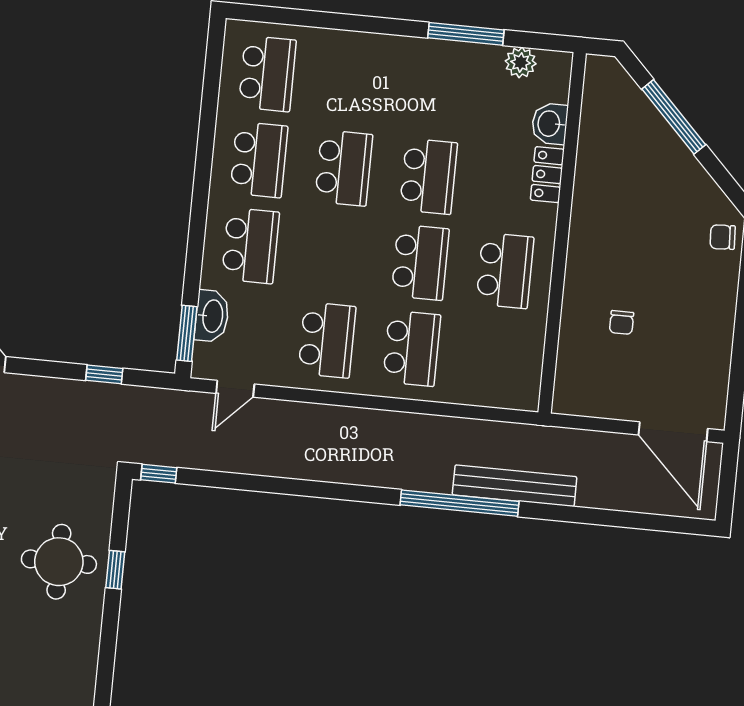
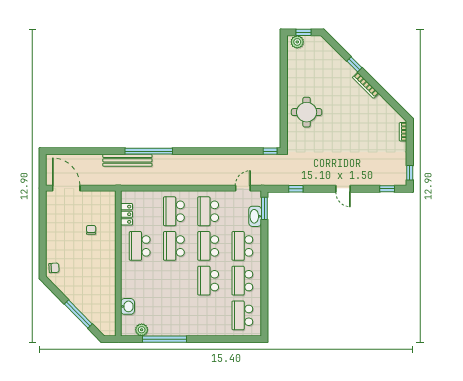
window: (466, 34) -> (165, 339), width x1.46
locker: (547, 175) -> (127, 214), moved
school desk: (429, 176) -> (208, 246), moved
window: (115, 570) -> (284, 111), removed

